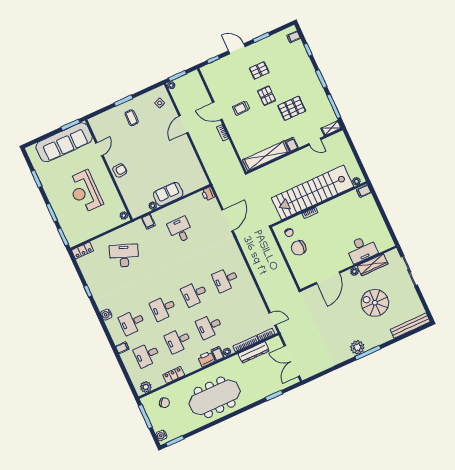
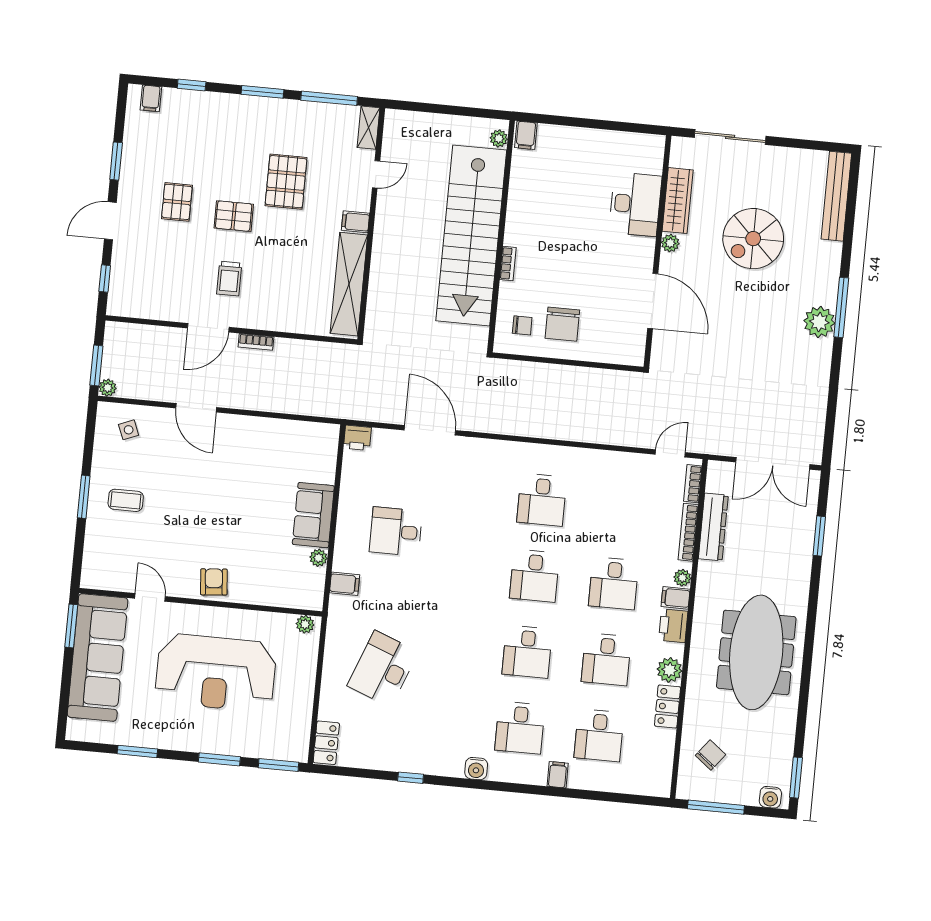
reception desk: (85, 192) -> (216, 673), width x1.36, depth x1.30
plant: (146, 387) -> (670, 670), moved

